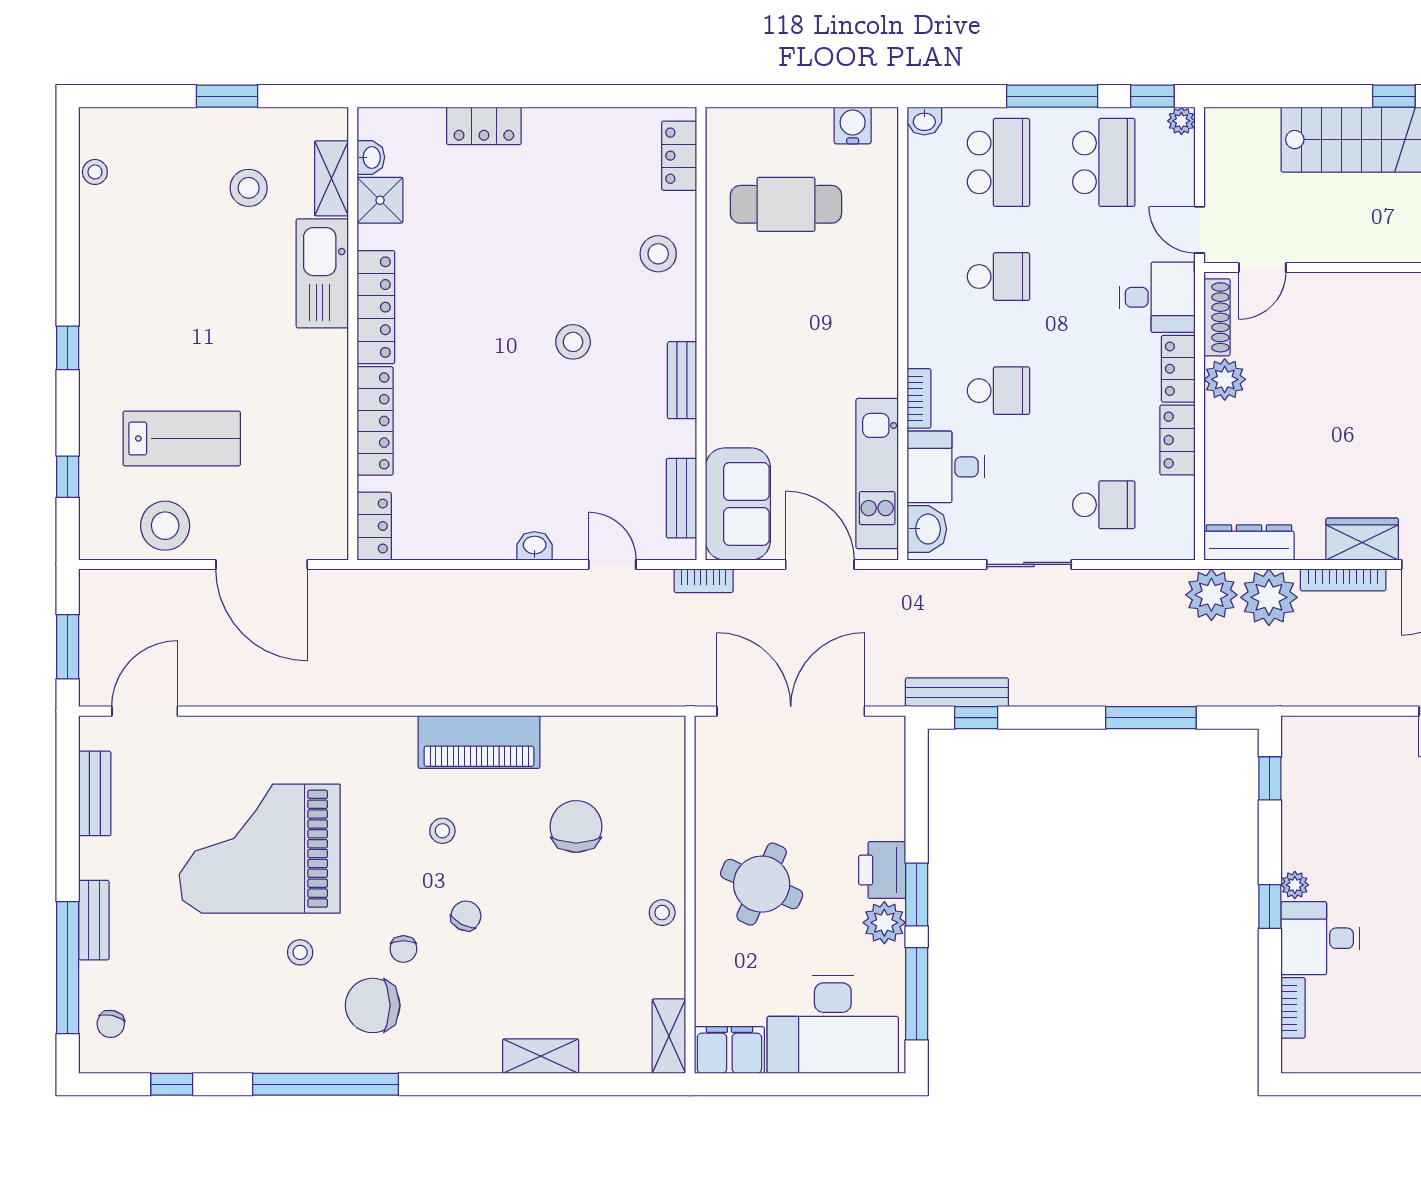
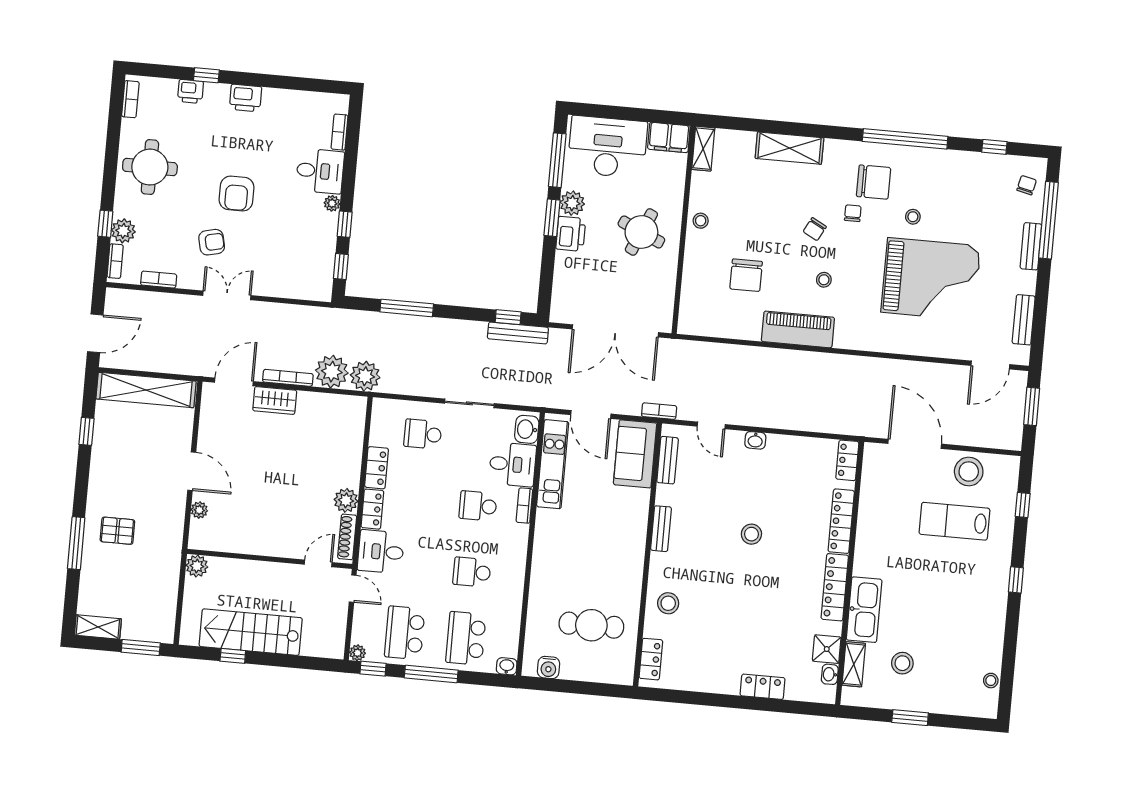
stool: (573, 342) -> (751, 534), moved
dresser: (1249, 542) -> (340, 405), removed
window: (1270, 907) -> (345, 224), moved
shelving: (541, 1056) -> (789, 148), width x1.50, depth x1.33

